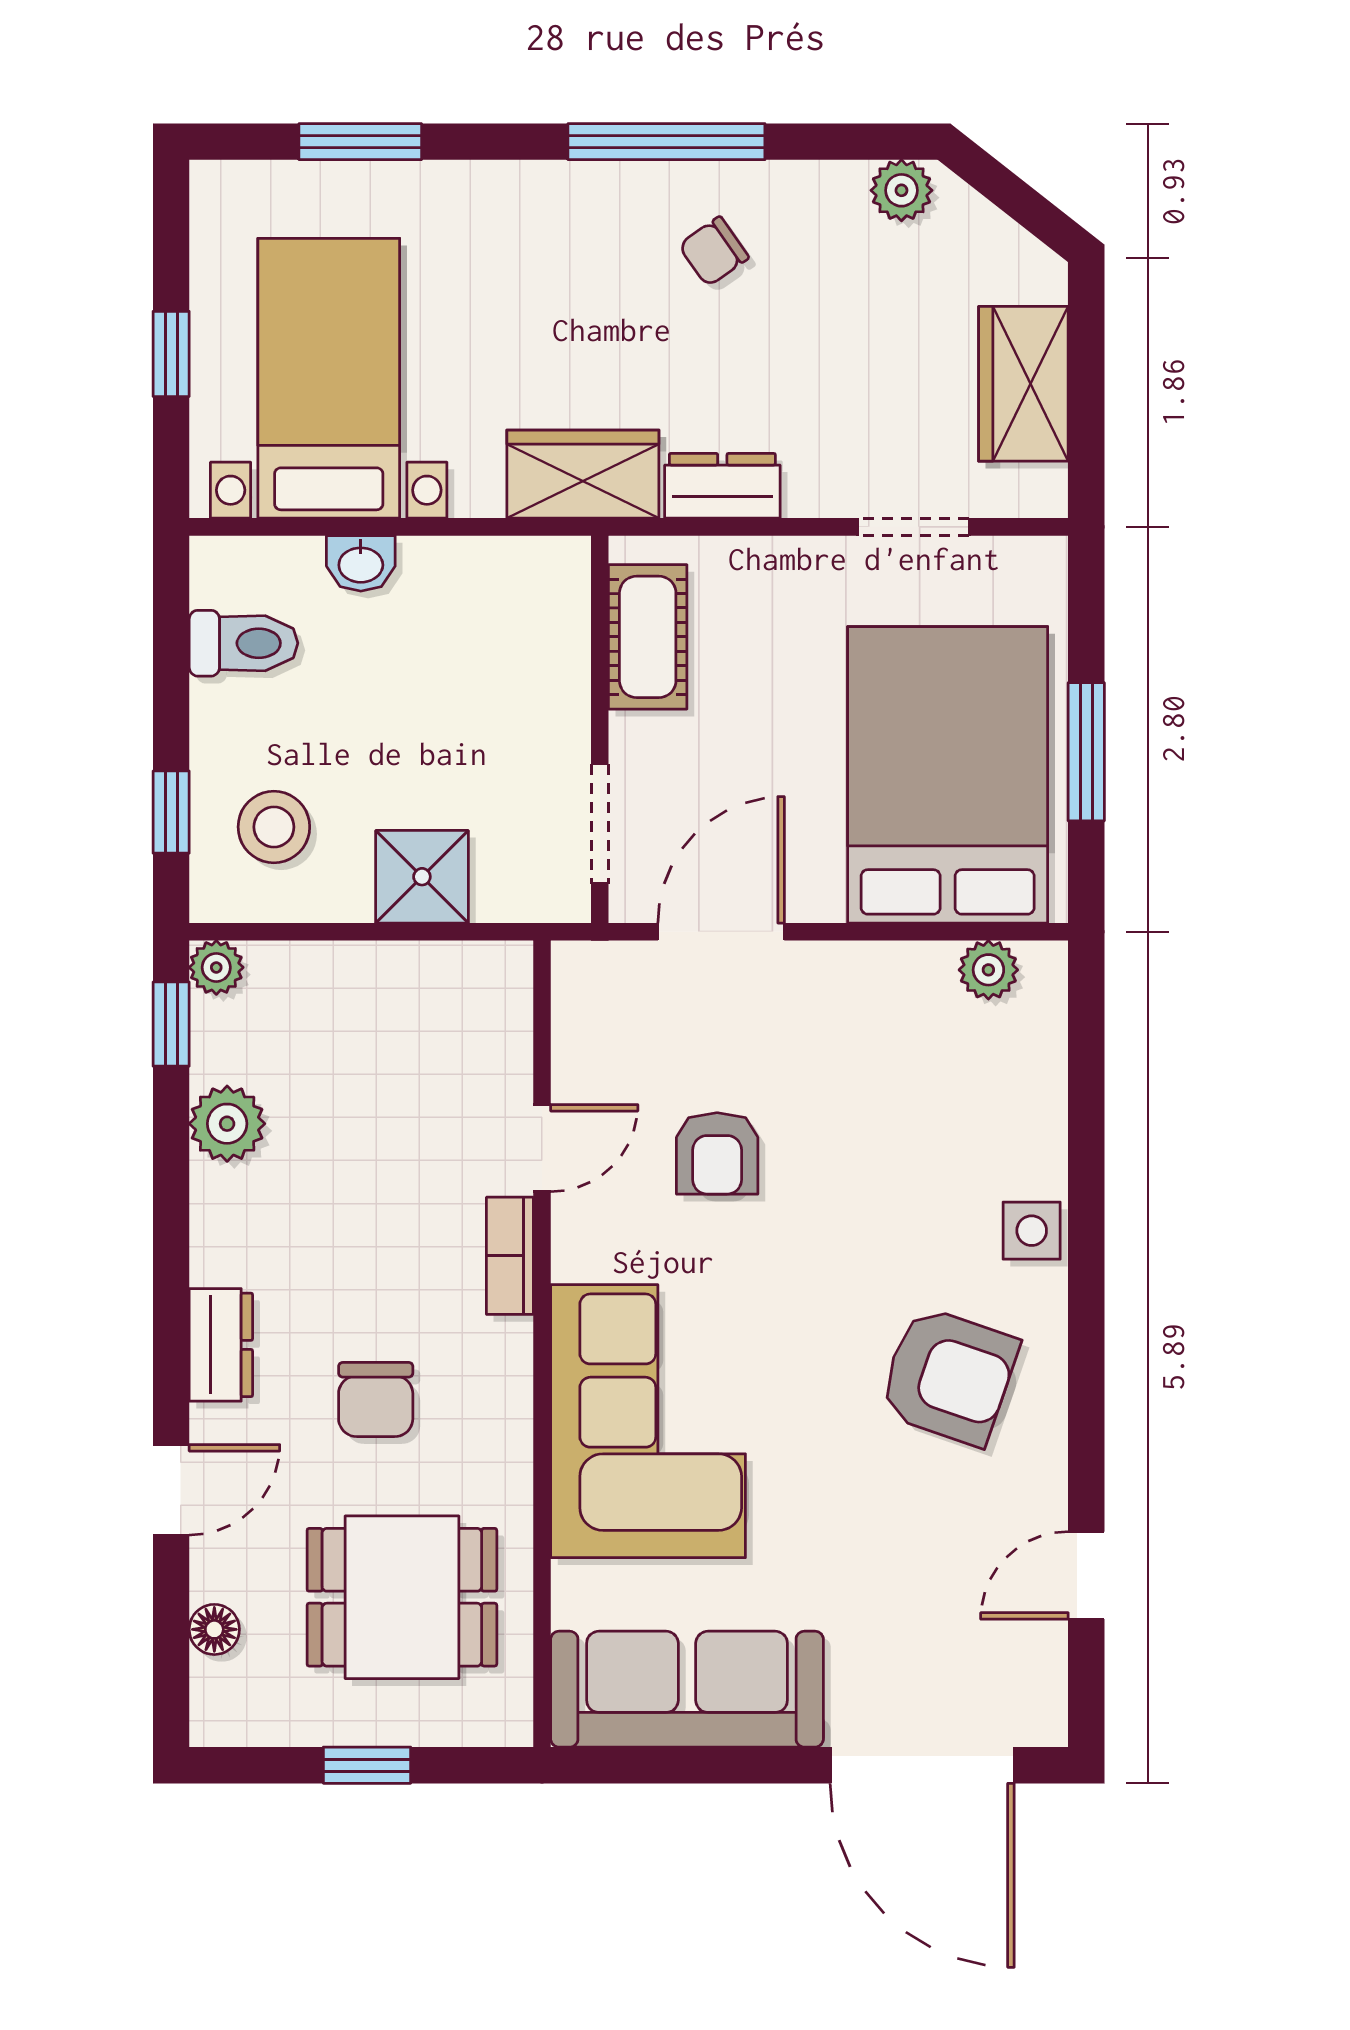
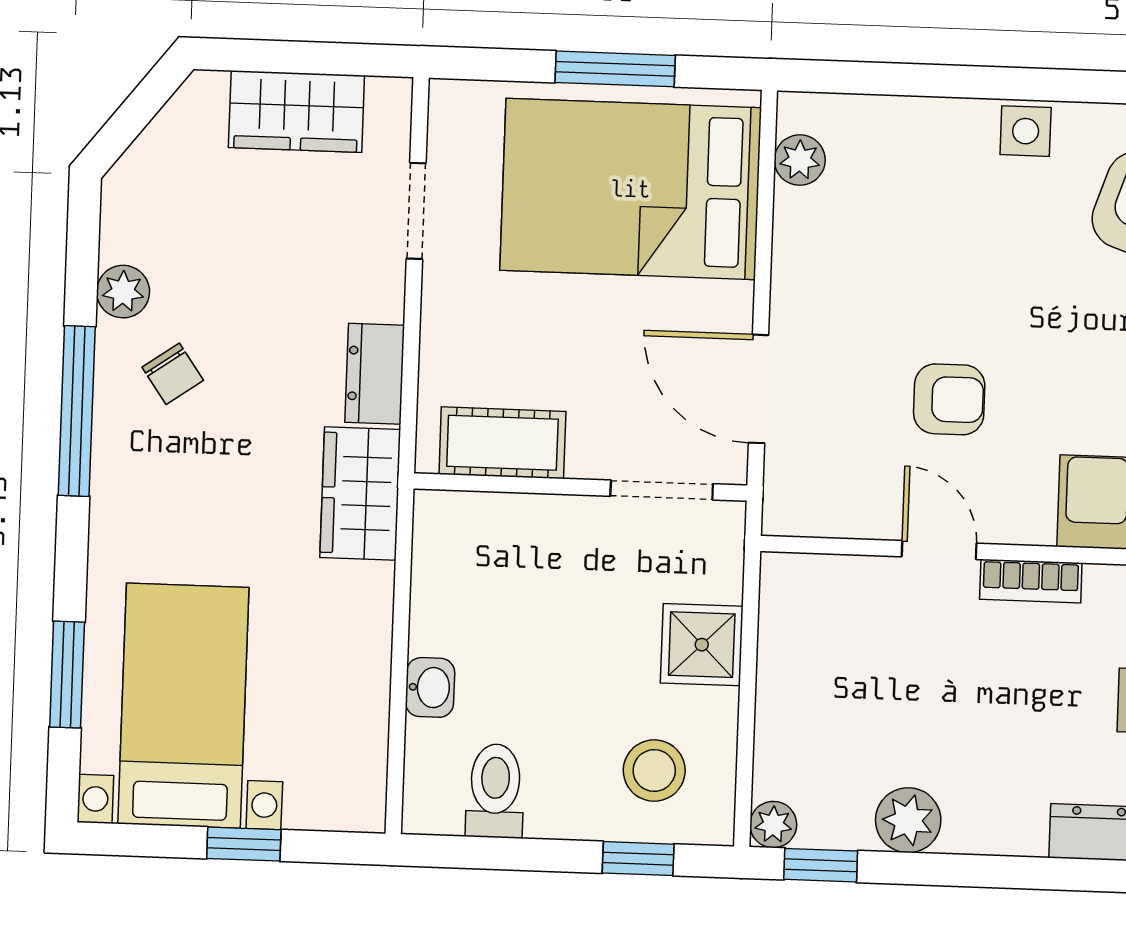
plant: (901, 190) -> (123, 292), moved
bed with nightstands: (329, 378) -> (183, 706), moved, turned 90

